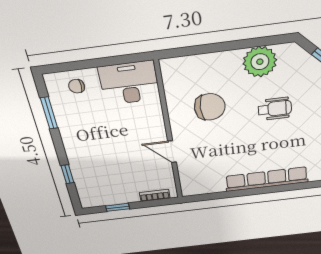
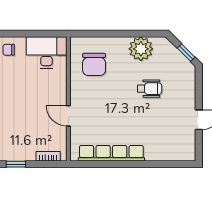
chair: (210, 107) -> (94, 64), moved, turned 90
row of seats: (267, 179) -> (111, 153), moved

